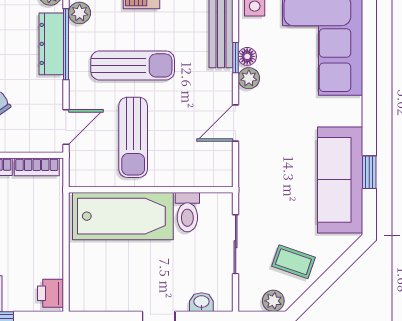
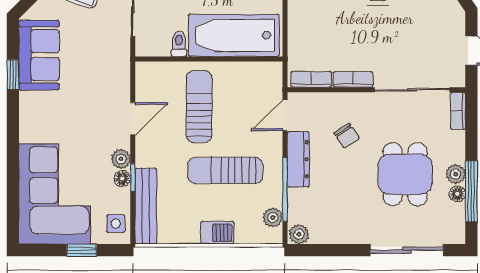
dresser: (51, 44) -> (298, 159), moved
sun lounger: (133, 137) -> (199, 106), moved
sofa: (340, 180) -> (39, 55), width x0.73
toilet: (187, 212) -> (179, 44), width x0.73, depth x0.72

